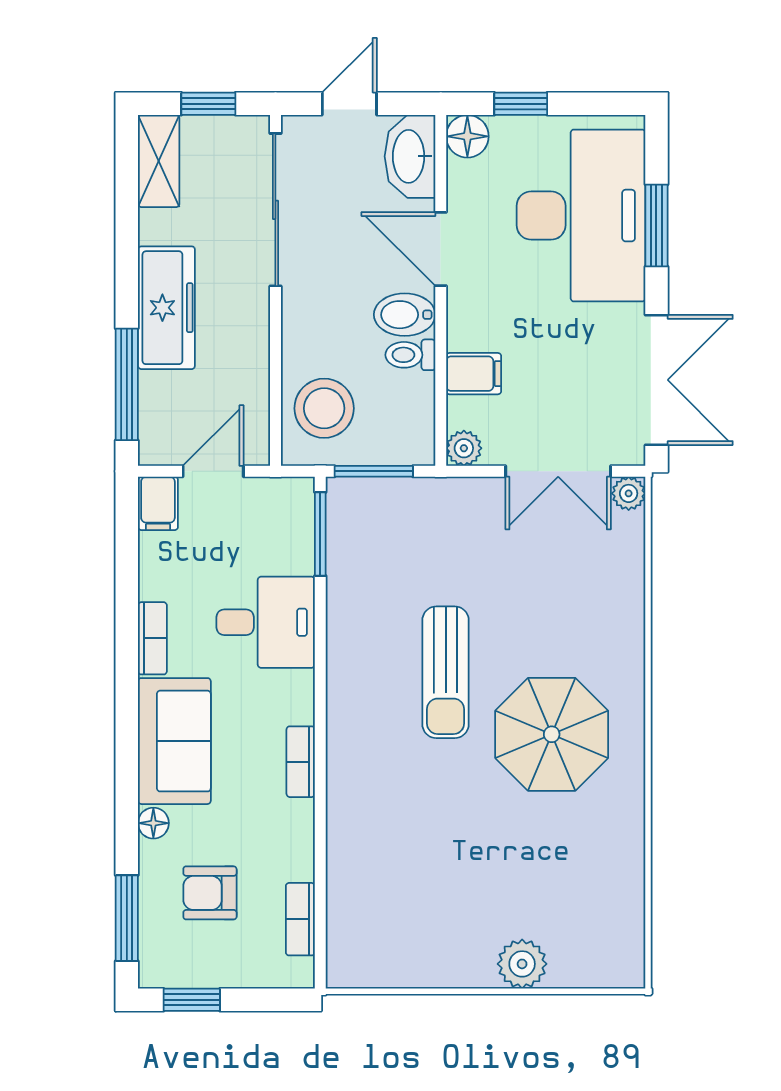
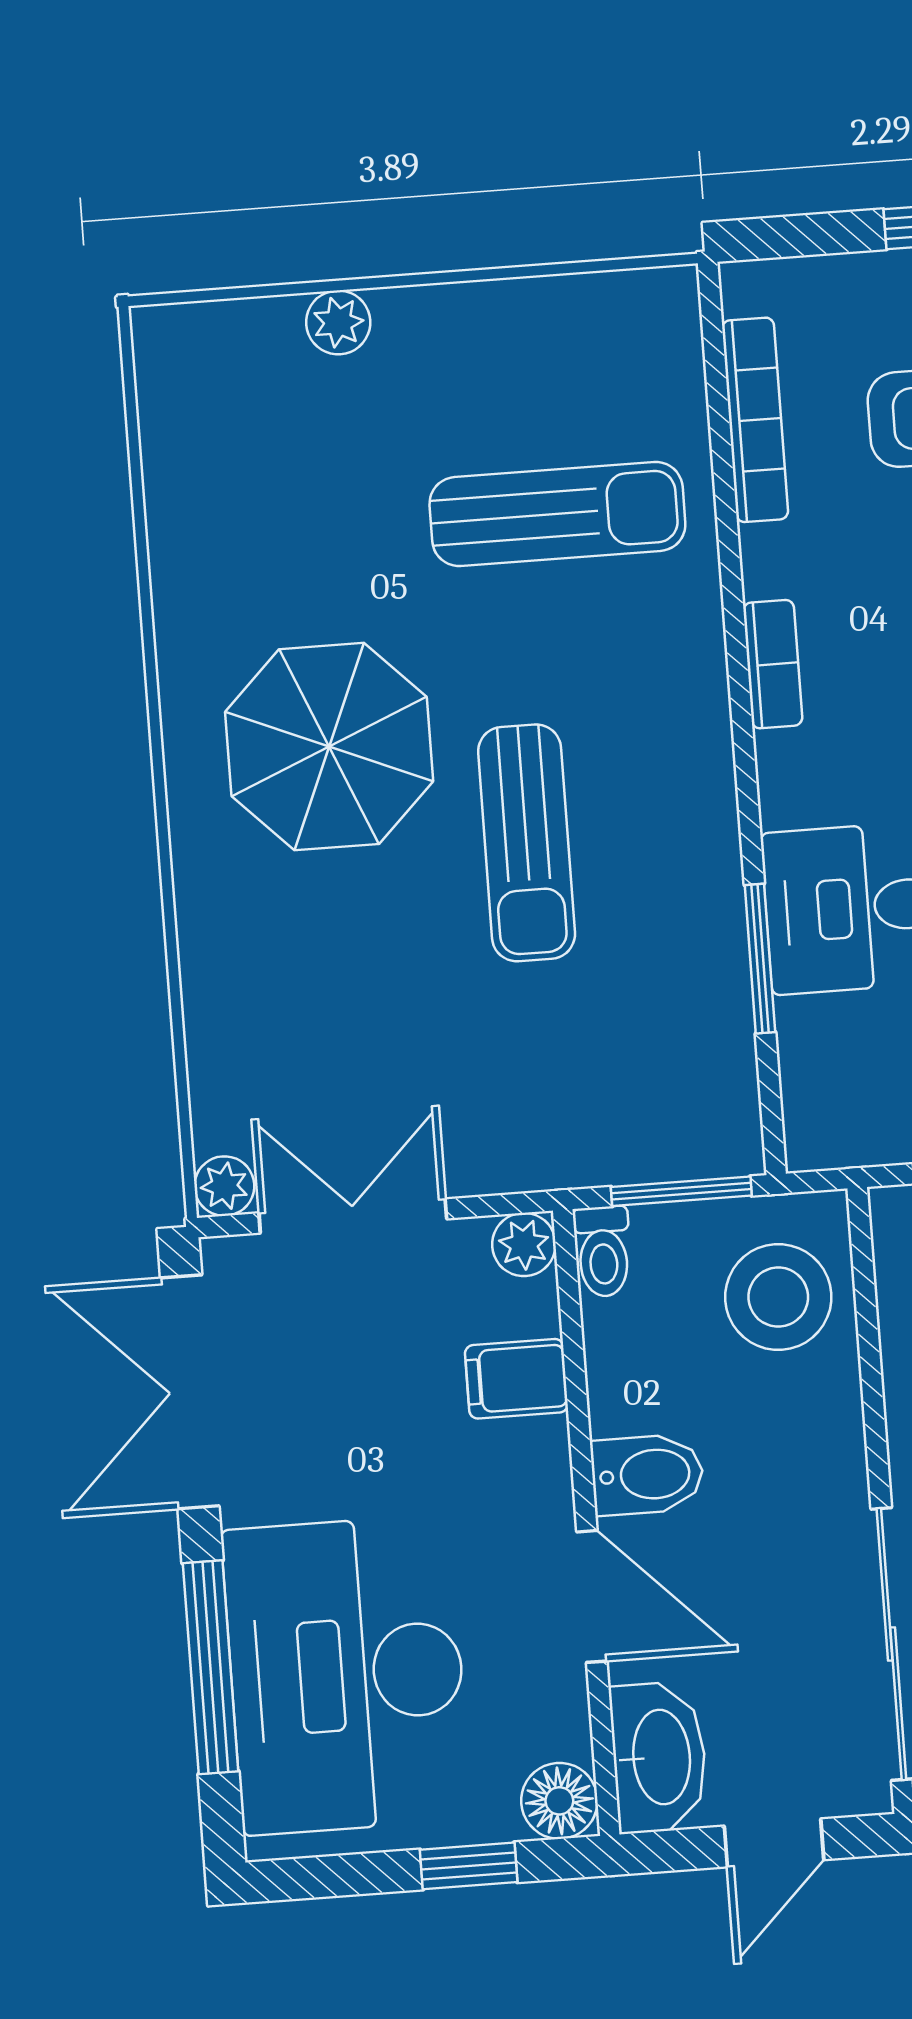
window: (656, 225) -> (211, 1667), width x1.44
toilet: (410, 355) -> (603, 1252), moved, turned 90
window: (320, 534) -> (760, 959), moved
sun lounger: (446, 672) -> (527, 843), turned 180
sun lounger: (414, 854) -> (557, 514), added
bookcase: (300, 919) -> (755, 420), width x1.56
plant: (522, 964) -> (338, 322), width x0.73, depth x0.73

